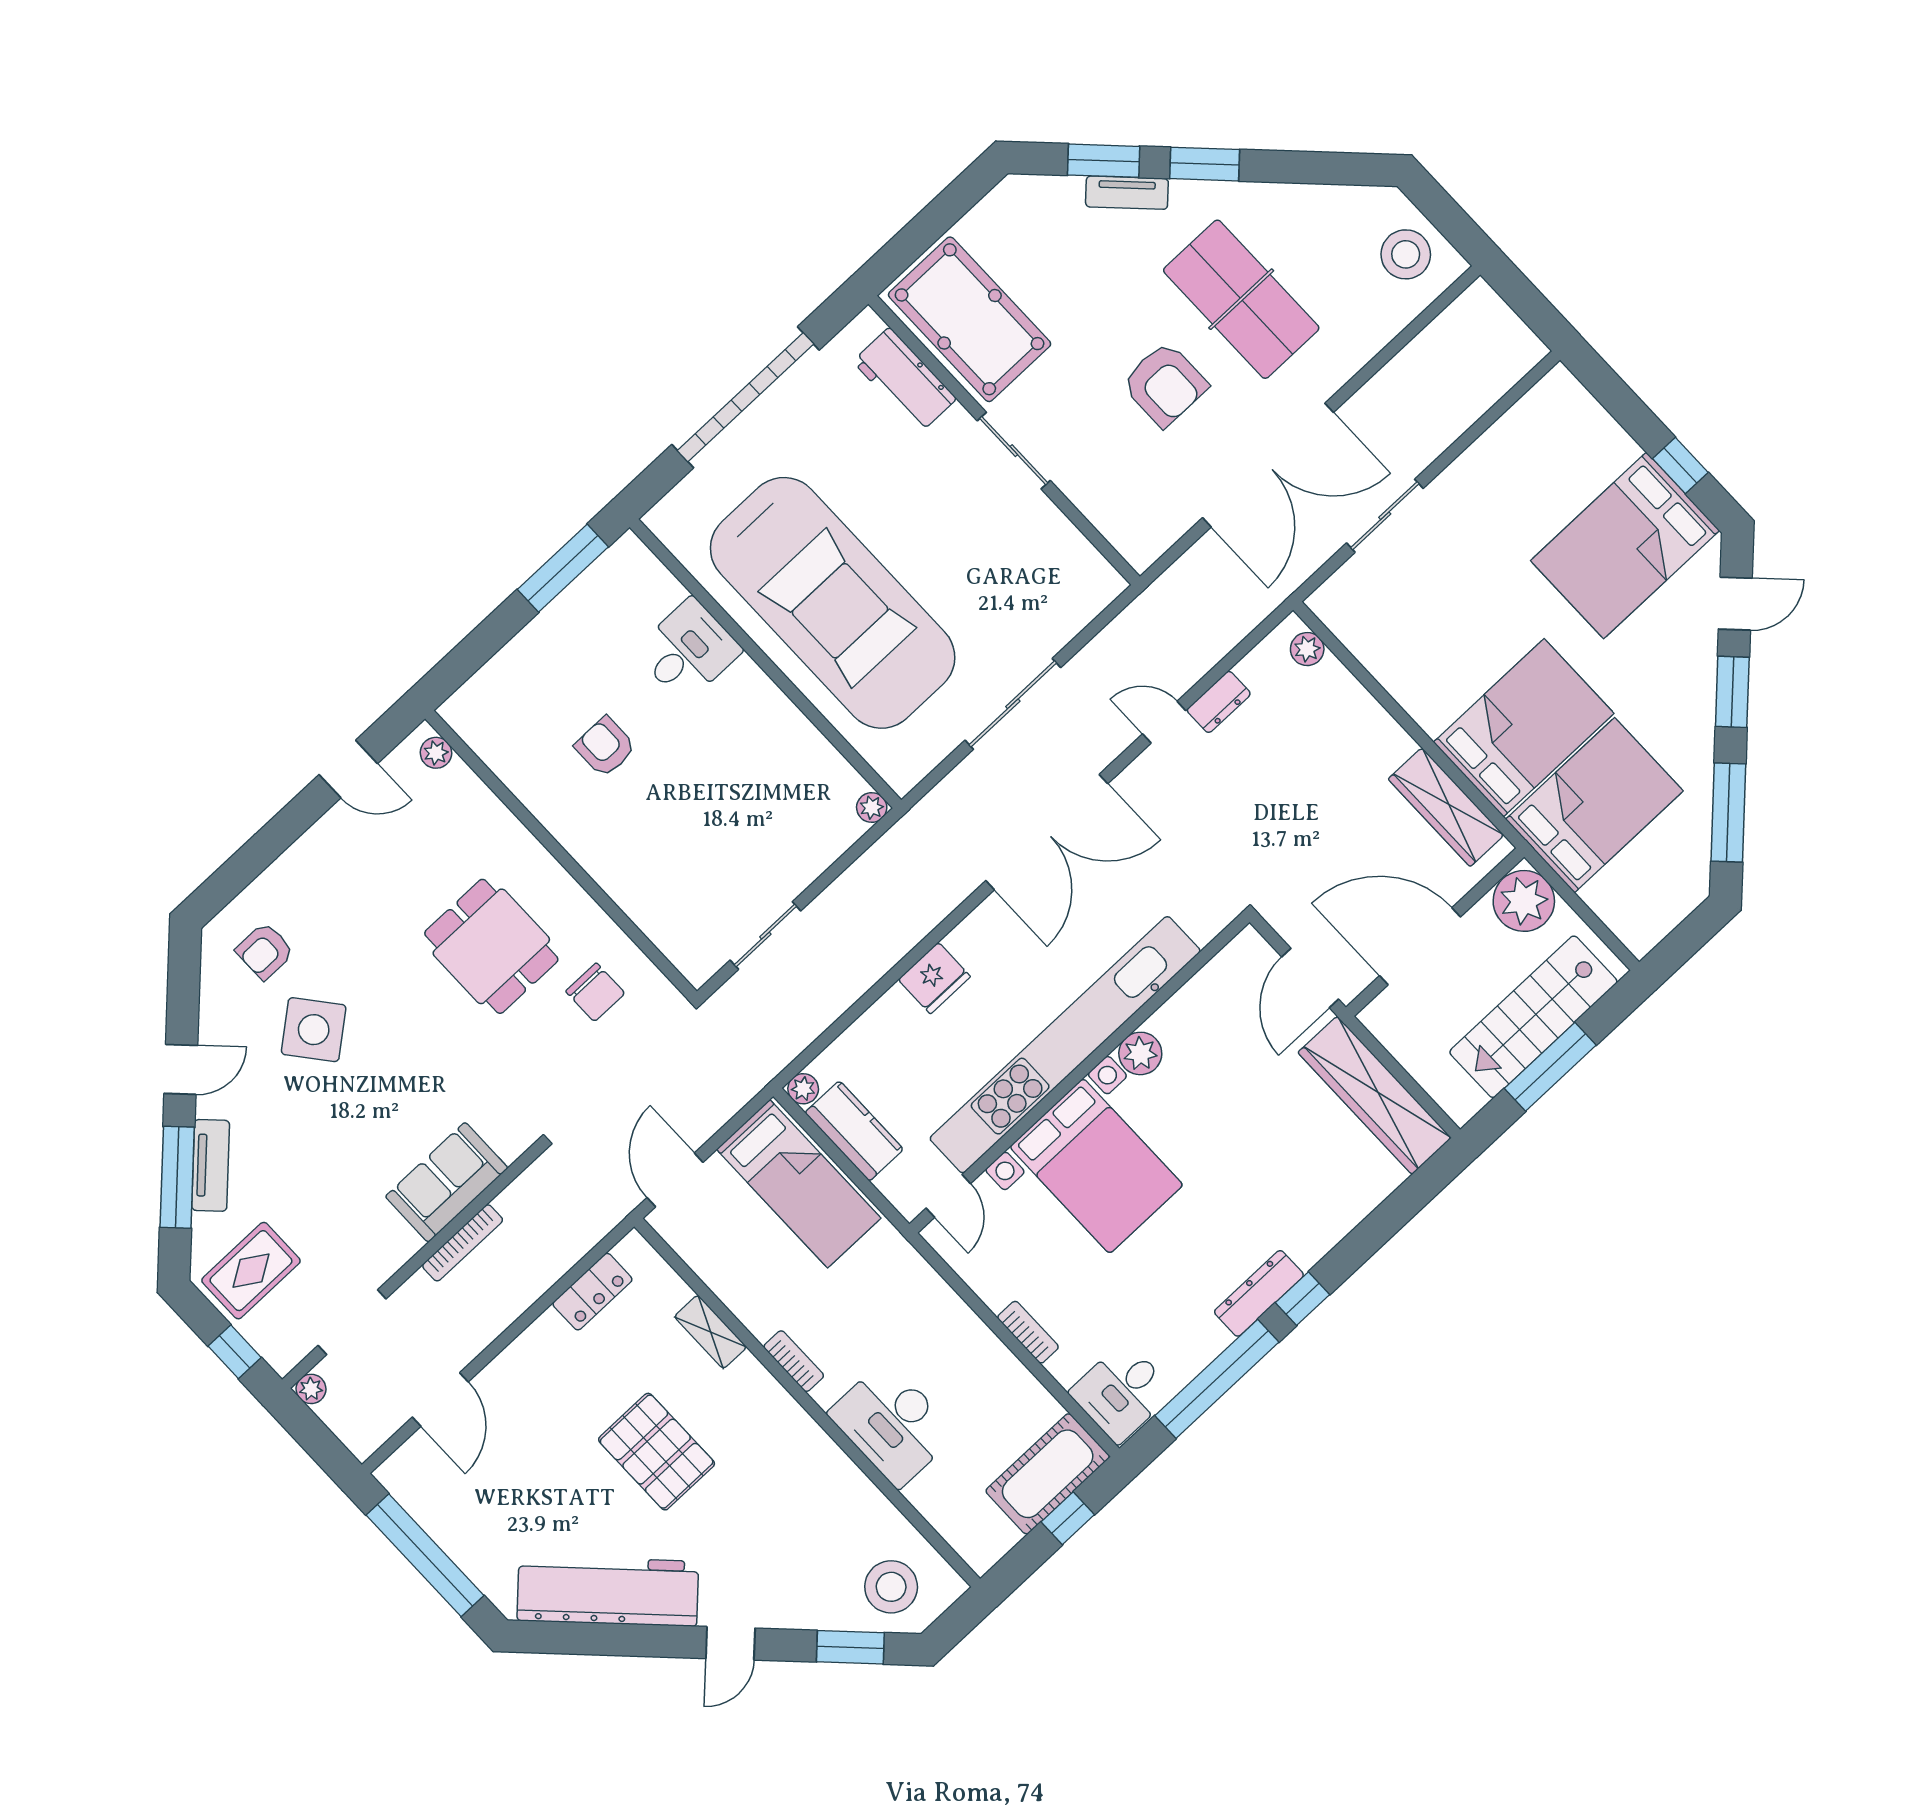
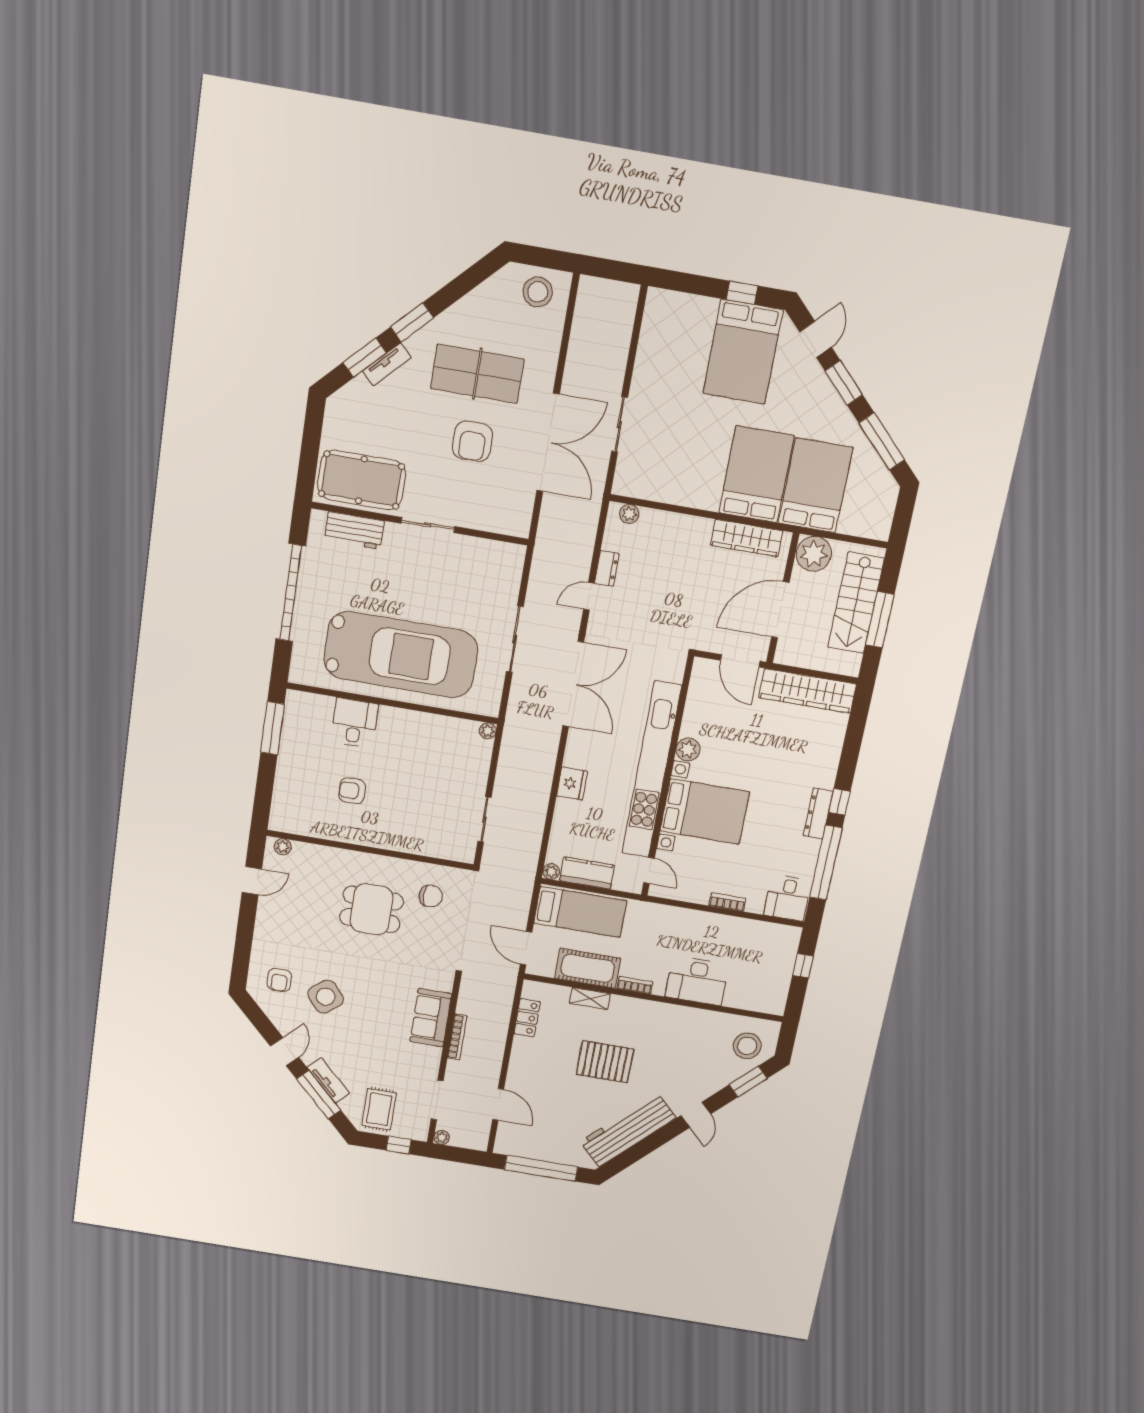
armchair: (1165, 384) -> (472, 441), turned 90
cot: (1048, 1474) -> (588, 968), moved, turned 90

